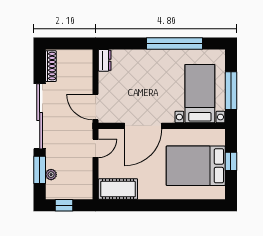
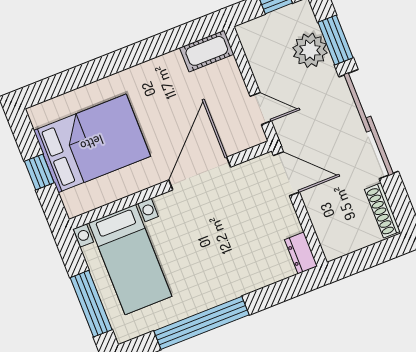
window: (231, 91) -> (91, 304), moved
door: (96, 148) -> (261, 109), swing flipped
plant: (51, 175) -> (310, 50), width x1.88, depth x1.88
cot: (118, 189) -> (207, 51), width x0.73, depth x0.75

